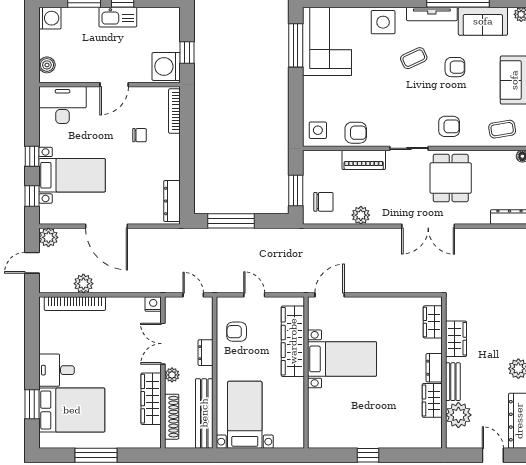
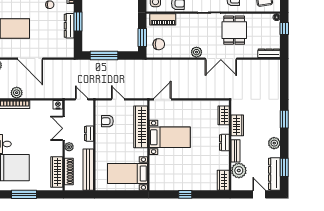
piano: (364, 160) -> (163, 19), moved
window: (187, 163) -> (78, 21), added
dresser: (172, 201) -> (69, 26), moved
plant: (361, 215) -> (196, 52), moved
wardrobe: (151, 399) -> (57, 172), moved
wardrobe: (432, 400) -> (223, 180), moved
bed with nightstands: (245, 415) -> (128, 174), moved, turned -90

